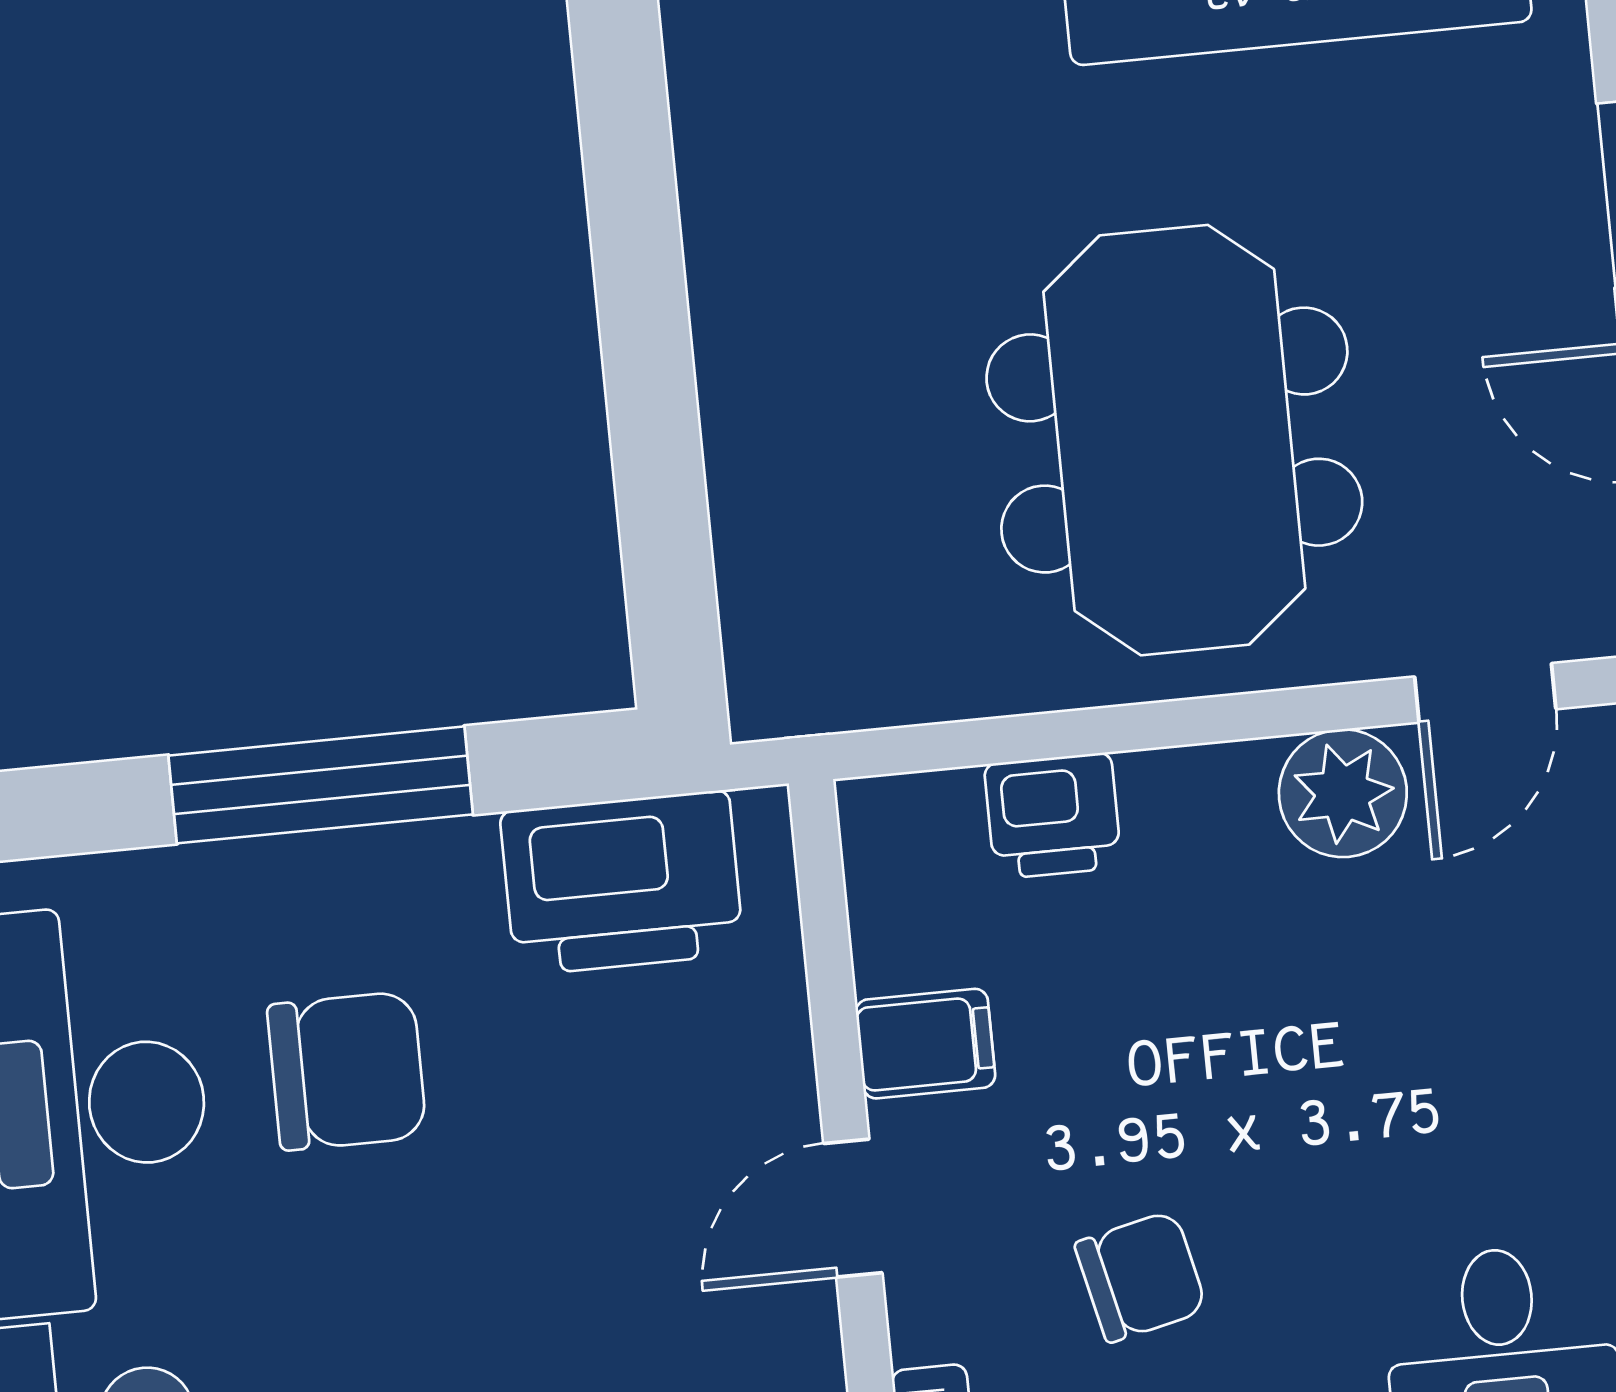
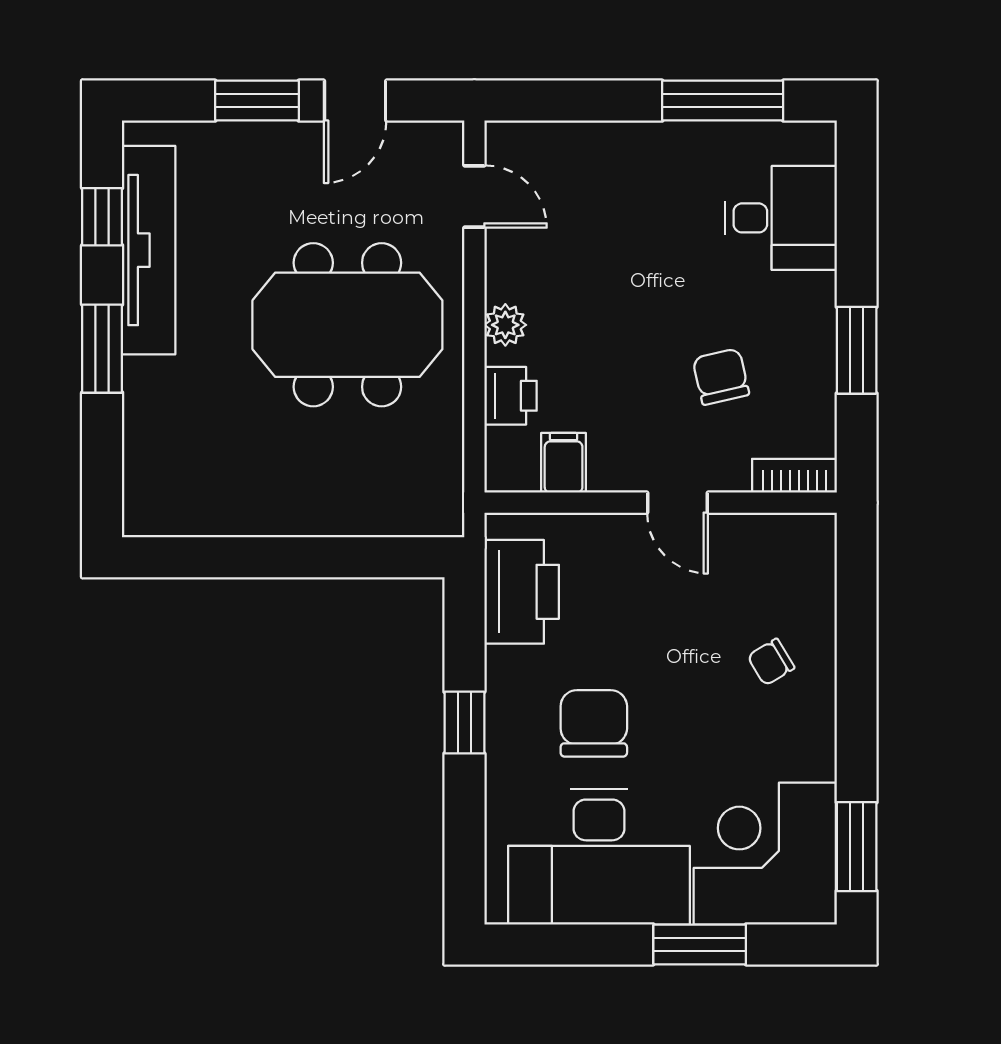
window: (321, 785) -> (464, 723), width x0.46
plant: (1343, 793) -> (505, 325), moved, width x0.73, depth x0.73
filing cabinet: (925, 1044) -> (564, 463), moved

